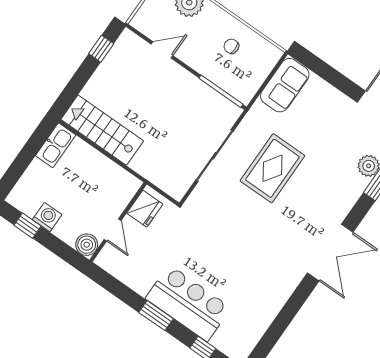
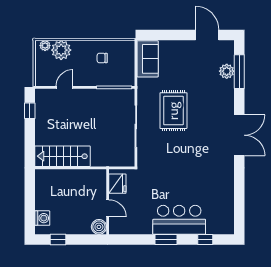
kitchen sink: (56, 145) -> (42, 183), removed
washing machine: (47, 217) -> (42, 218), moved, turned 90

